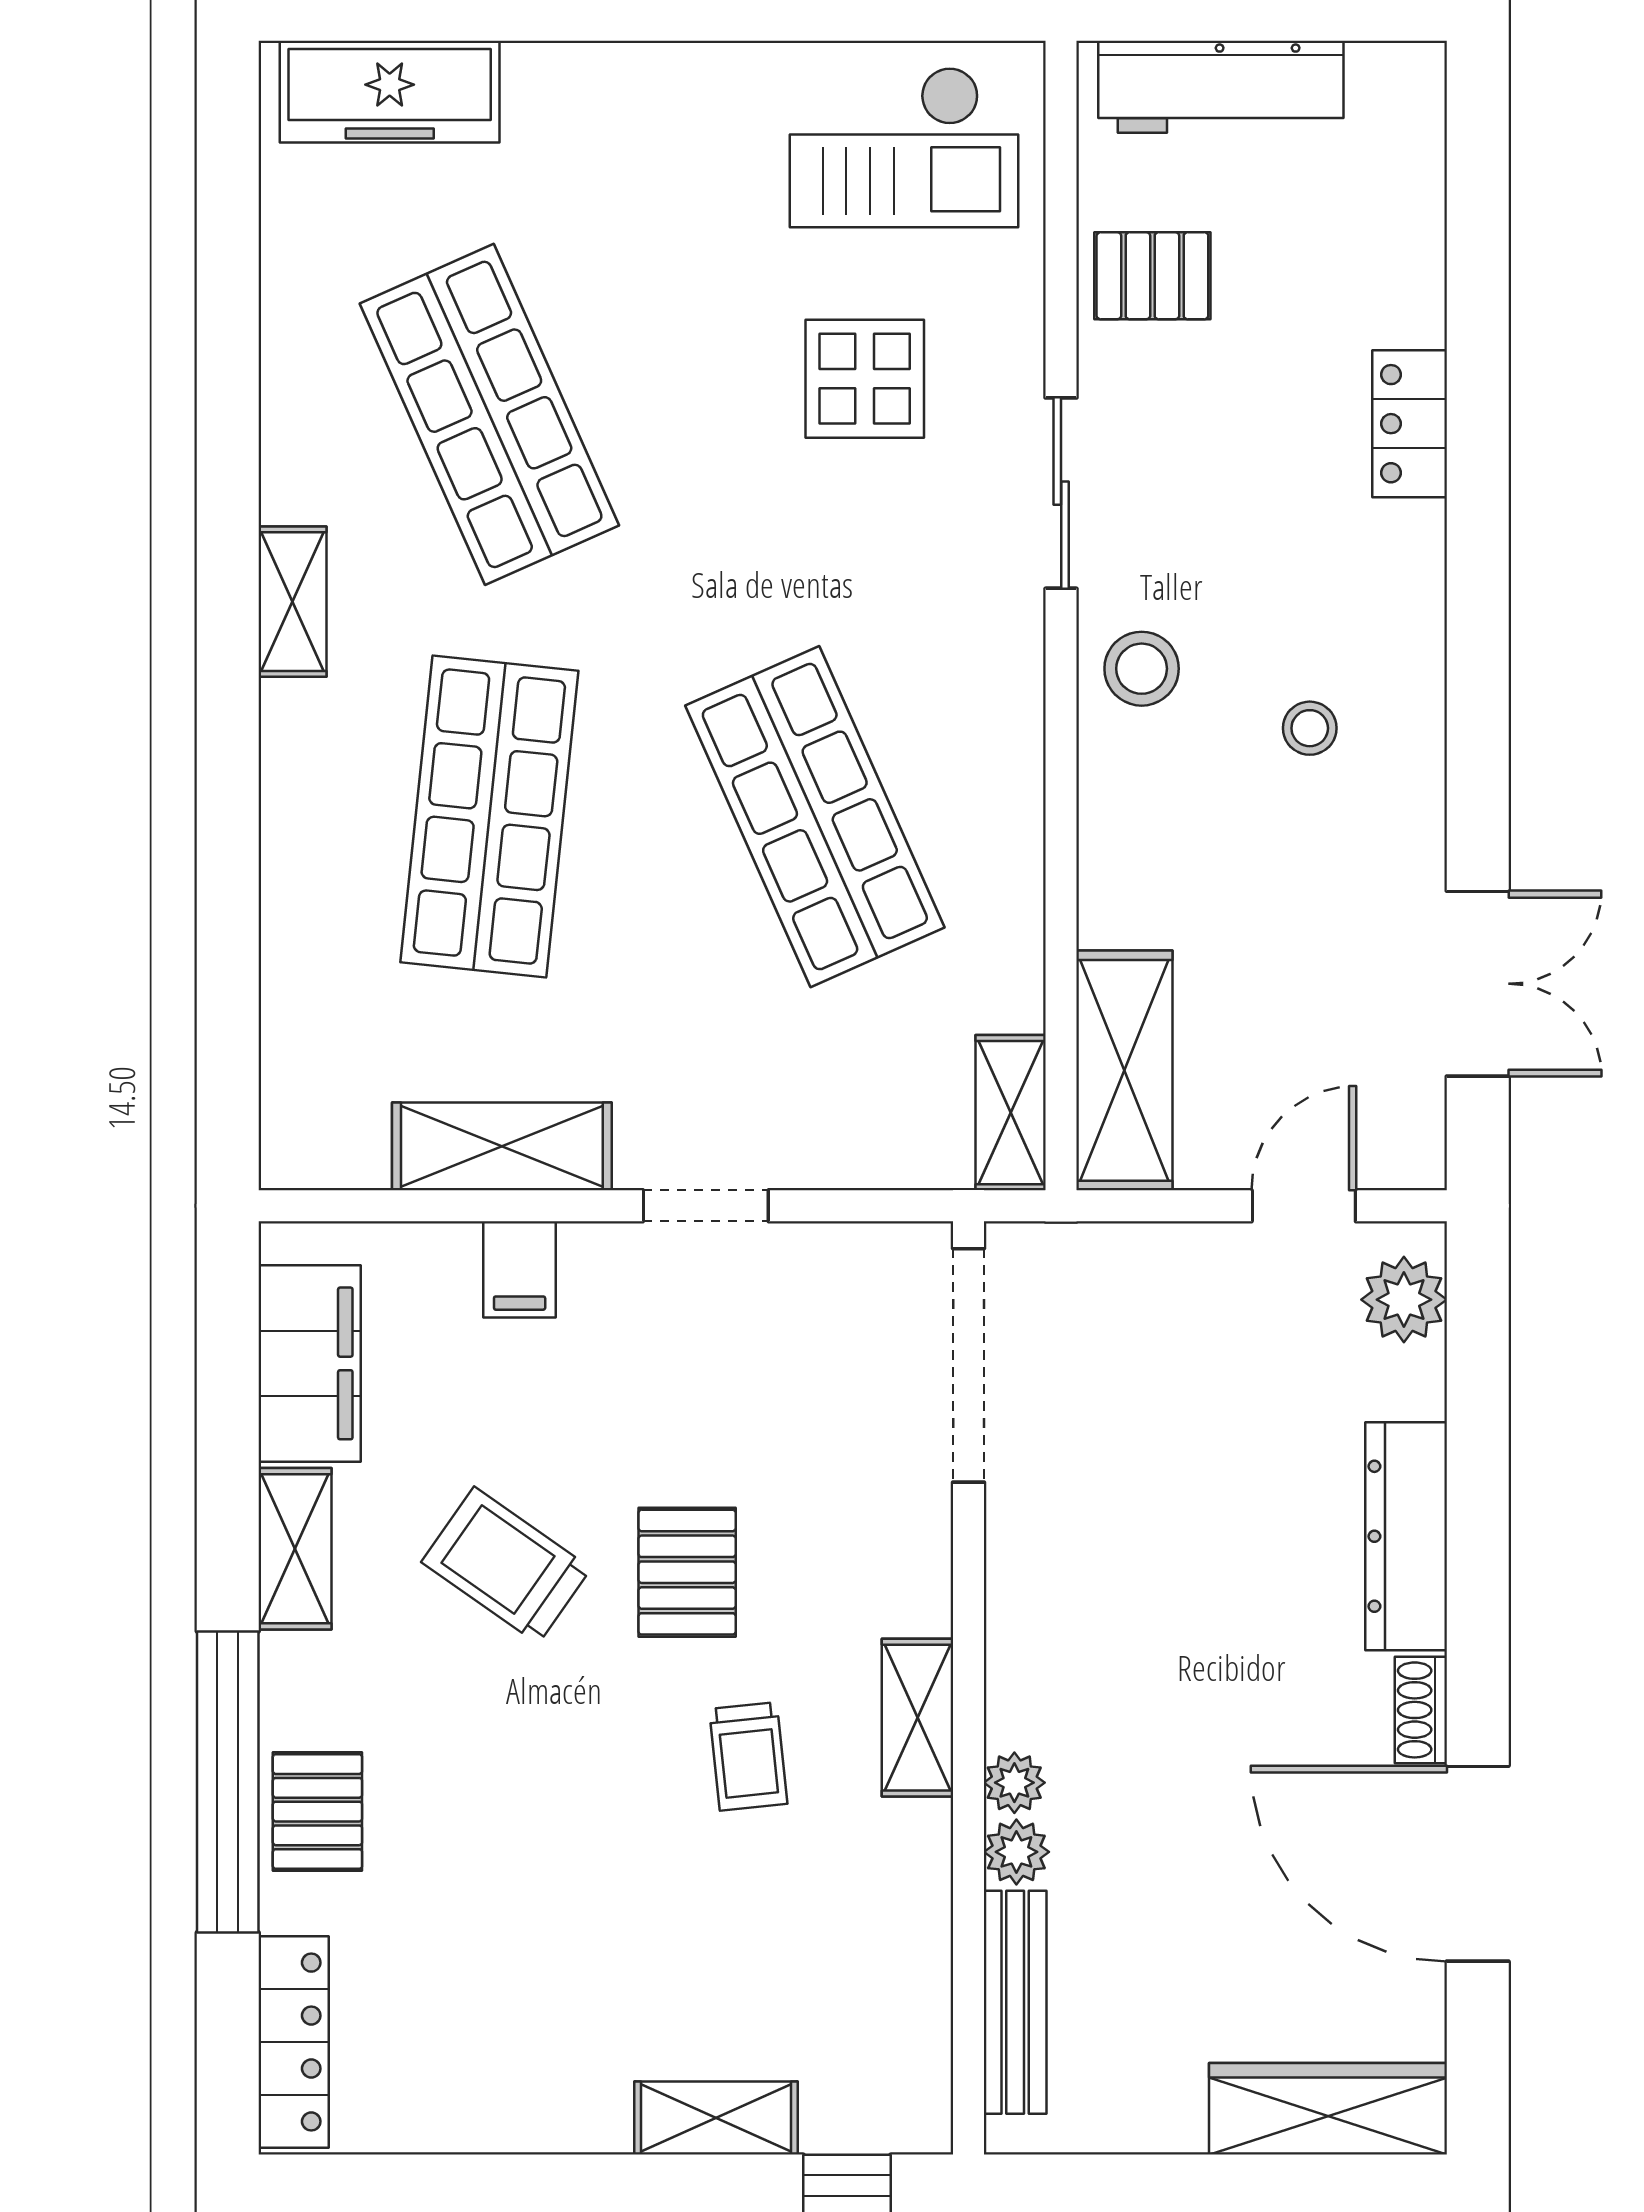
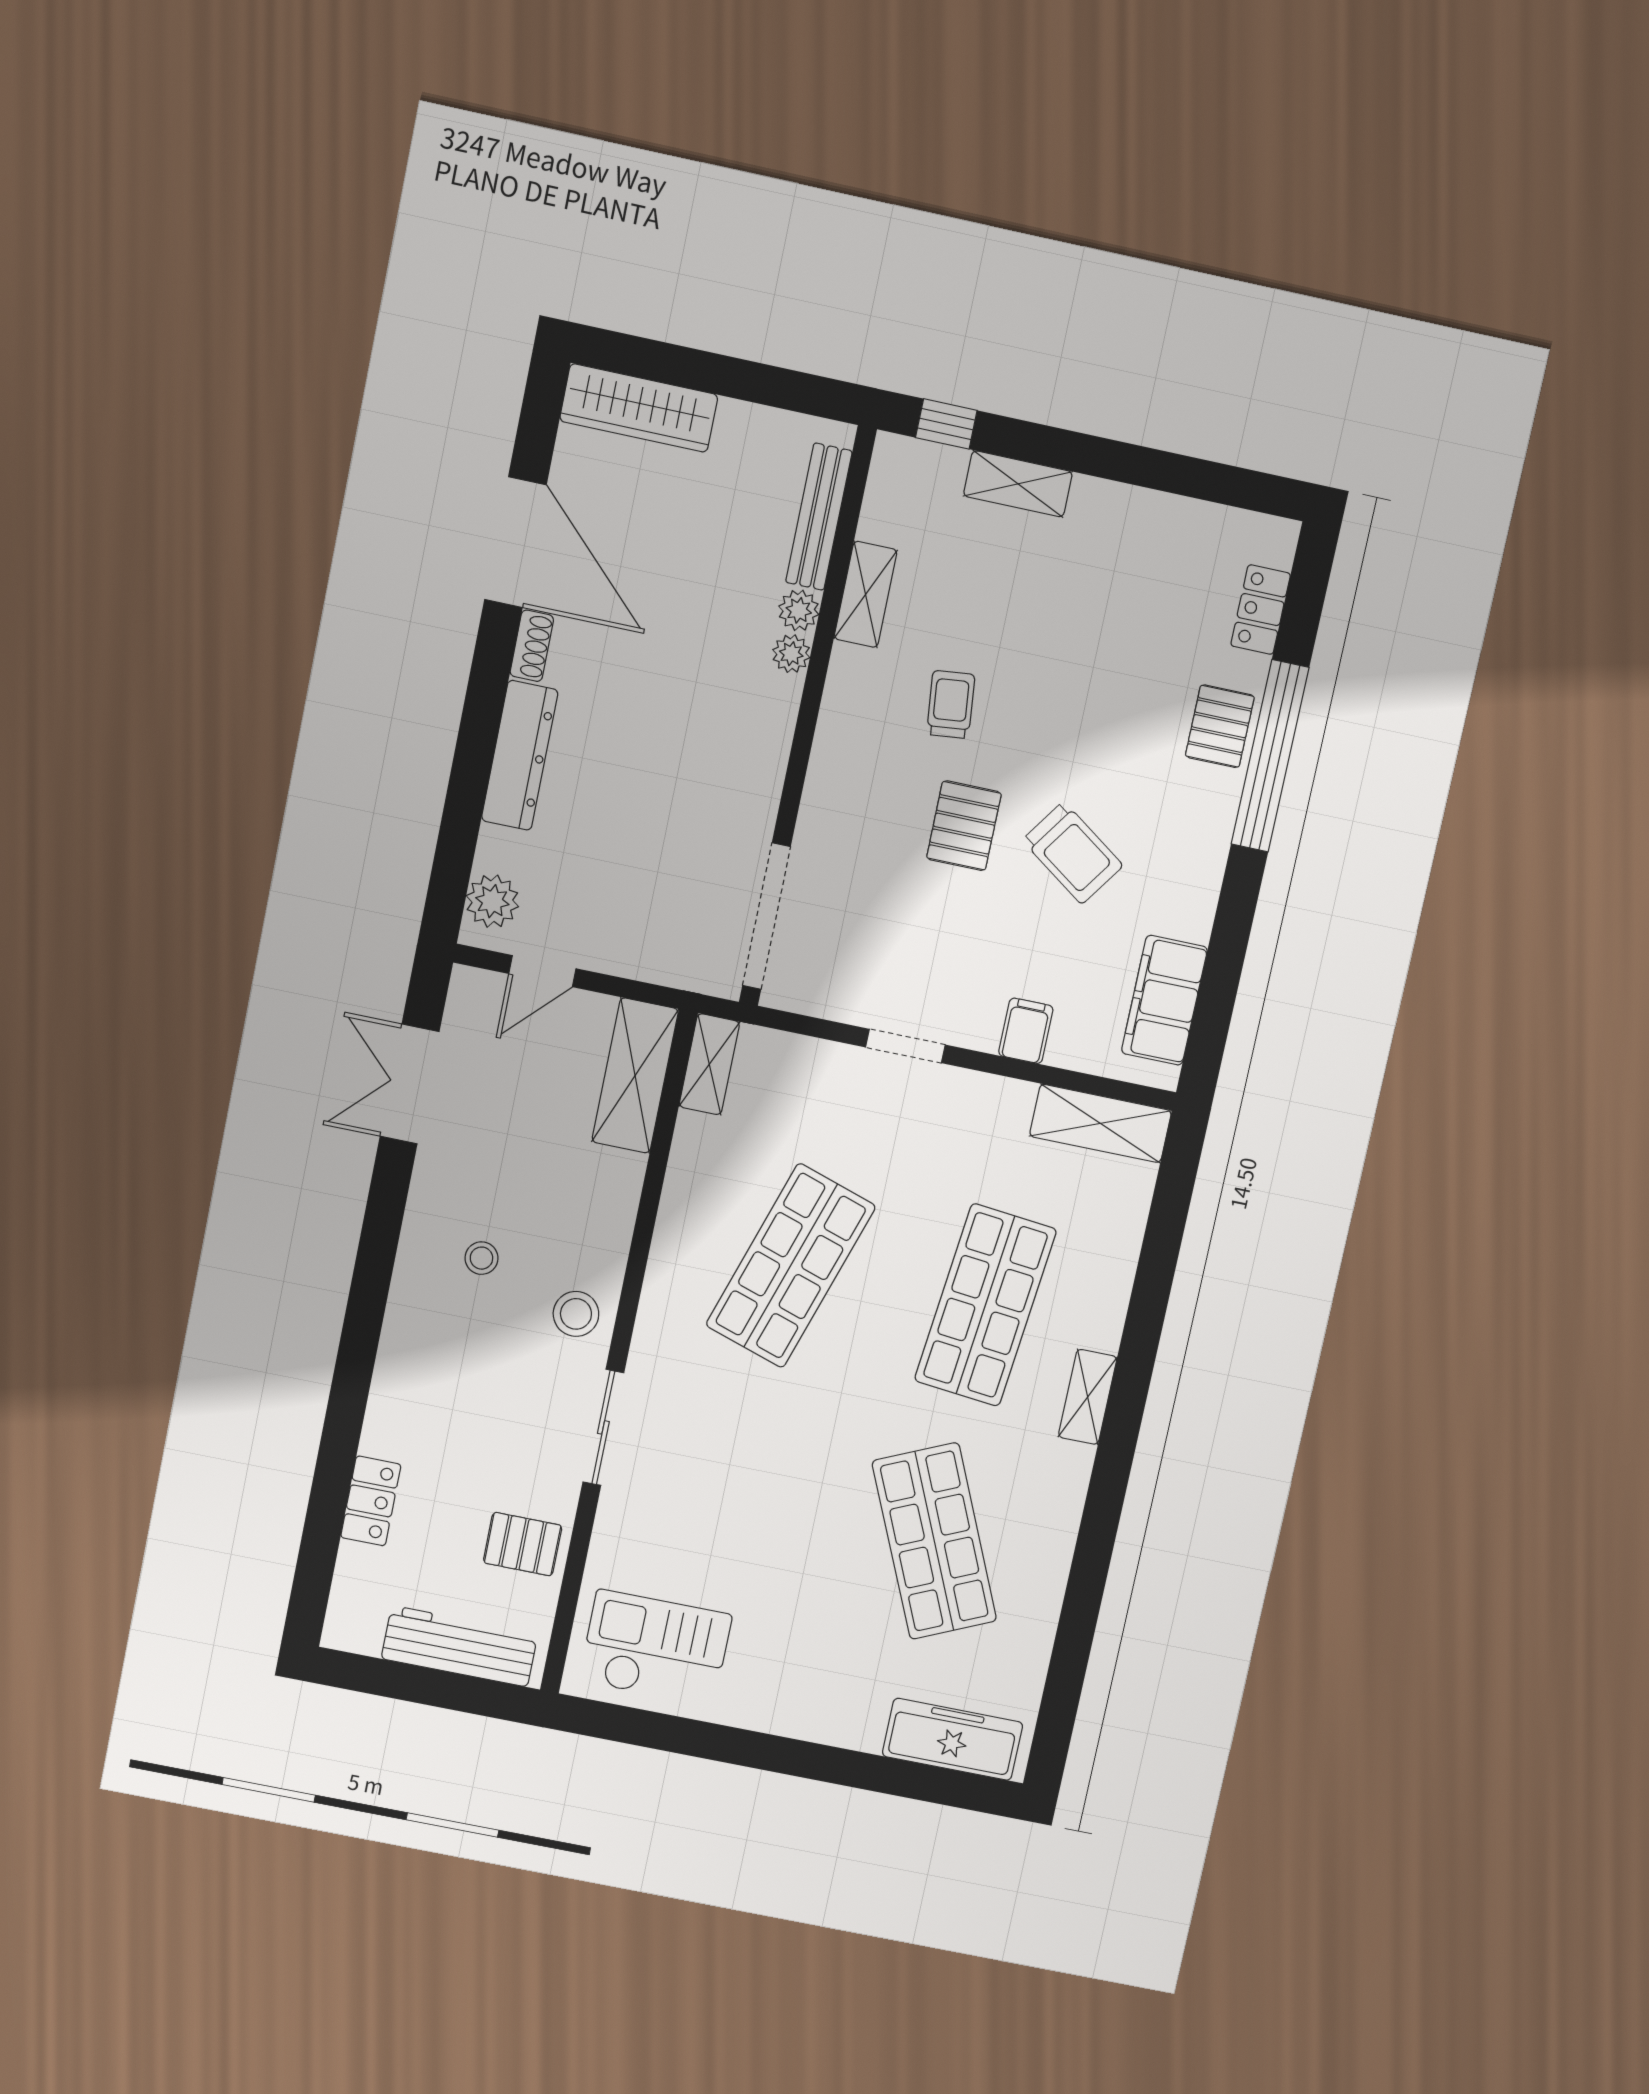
display table: (865, 379) -> (707, 1518), removed
locker: (1410, 424) -> (371, 1501), moved
shelving: (292, 602) -> (1088, 1397), moved
shop shelf: (815, 817) -> (791, 1266), turned 42
shelving: (502, 1146) -> (1100, 1123), moved
shelving: (295, 1549) -> (1198, 890), removed
shelving: (917, 1718) -> (866, 594), moved
locker: (294, 2042) -> (1261, 610), width x0.66

